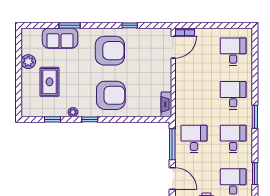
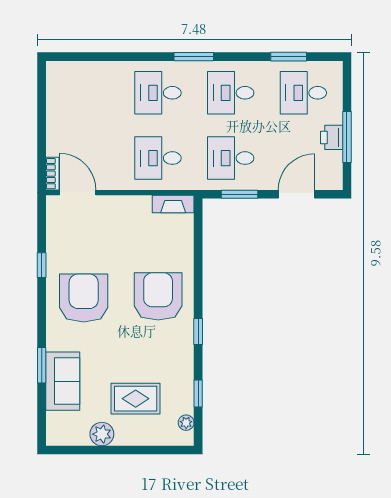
desk: (233, 52) -> (158, 158), moved
plant: (73, 112) -> (186, 423), moved
window: (172, 144) -> (240, 194), width x0.69

